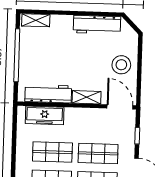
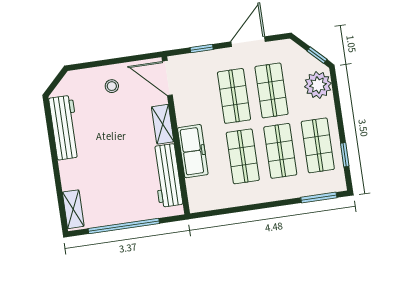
stool: (121, 65) -> (112, 86), width x0.53, depth x0.53
door: (120, 107) -> (167, 78), hinge flipped
freezer: (45, 115) -> (193, 151), moved

